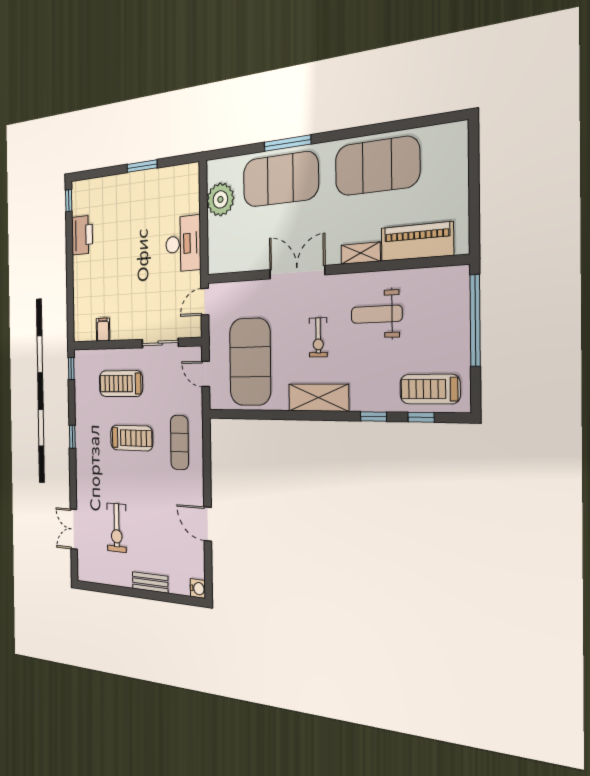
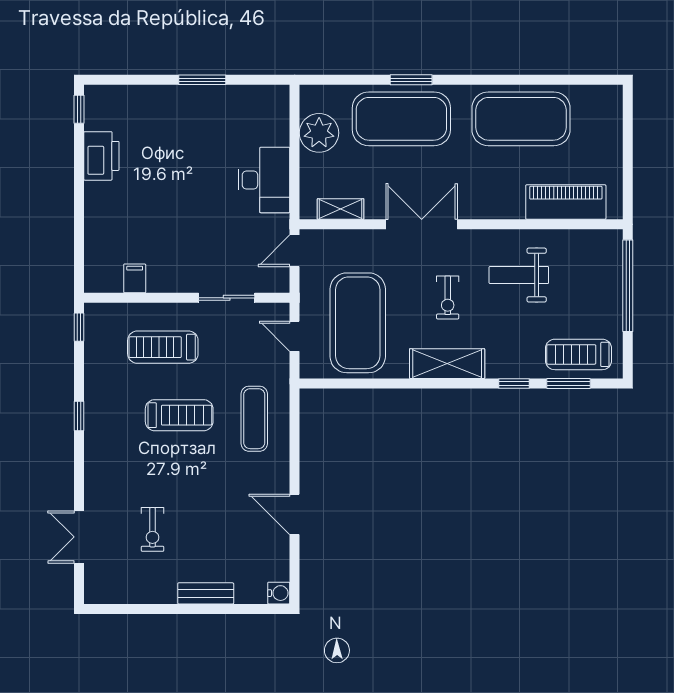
window: (287, 143) -> (411, 80), width x0.69
shelving: (361, 253) -> (341, 209), moved
window: (421, 417) -> (569, 384), width x1.50
exercise bike: (117, 528) -> (152, 529), width x0.73, depth x0.72

